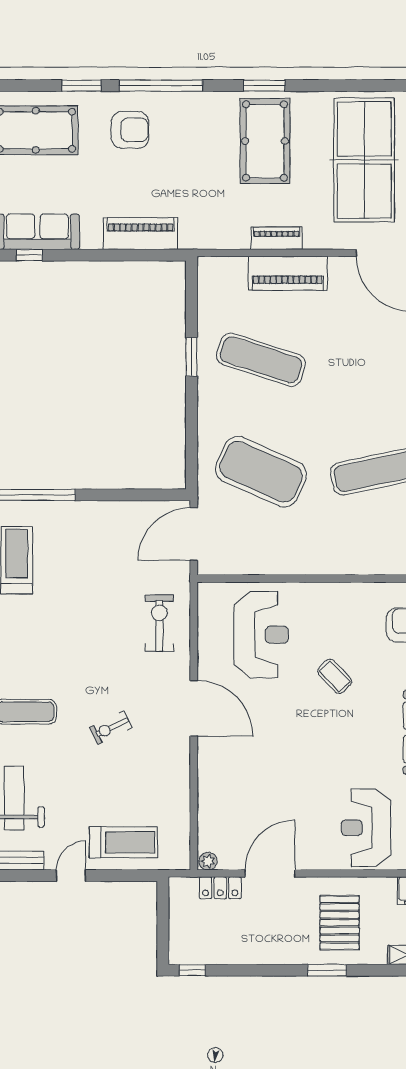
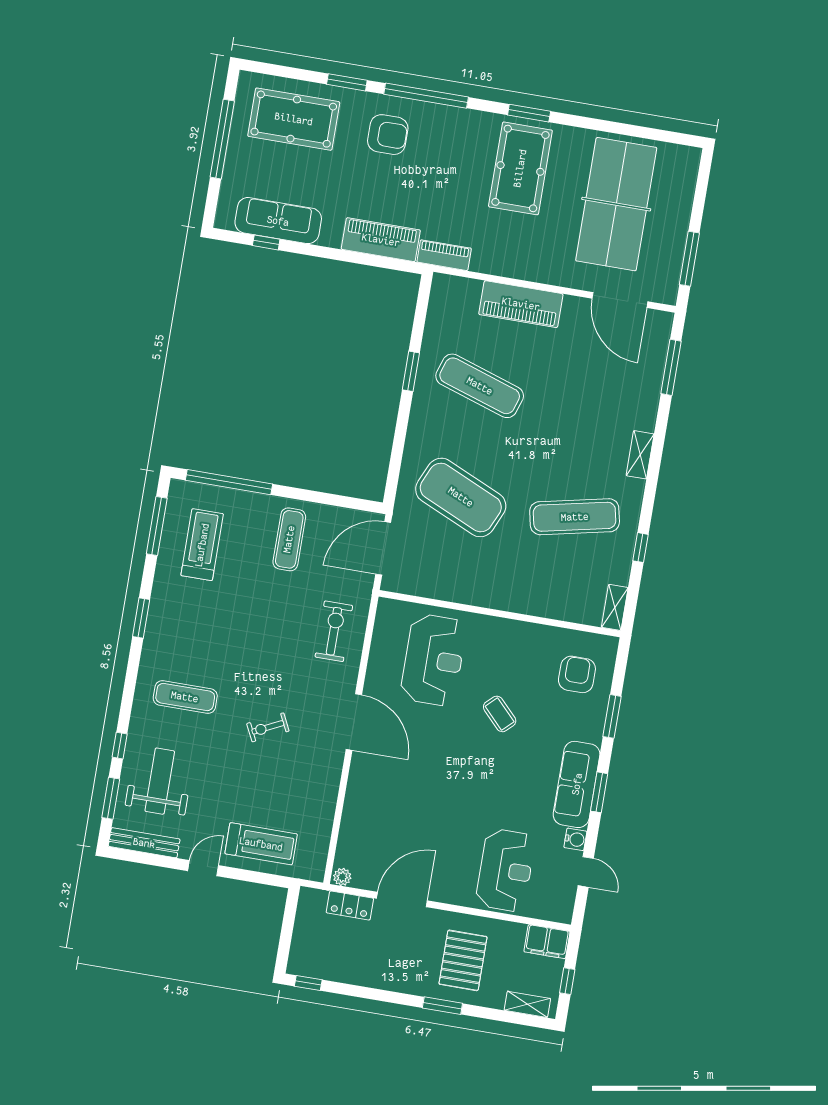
piano: (277, 238) -> (444, 255), moved
exercise mat: (101, 541) -> (289, 539), added
reception desk: (366, 828) -> (505, 870), turned 180

